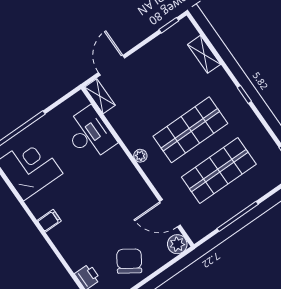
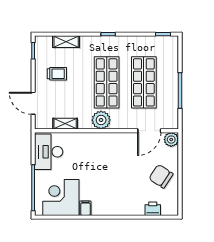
trolley: (162, 69) -> (57, 74), added
shelving: (100, 96) -> (65, 124), moved
desk: (89, 134) -> (49, 152), moved, turned -90
plant: (140, 156) -> (101, 120), width x1.88, depth x1.88
filing cabinet: (49, 221) -> (85, 208), moved

